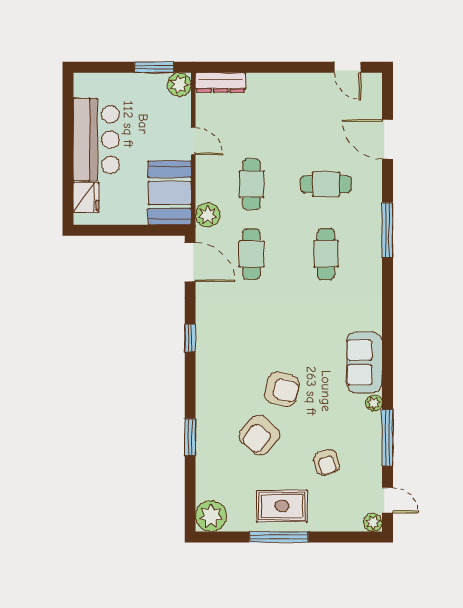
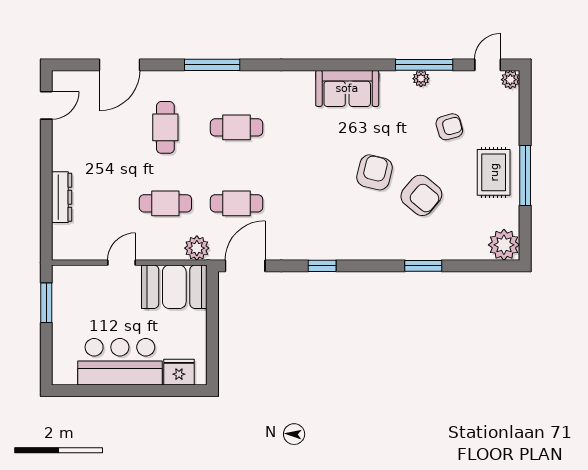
dresser: (220, 82) -> (62, 197), moved
plant: (179, 85) -> (64, 277), removed
plant: (374, 403) -> (421, 79), moved

